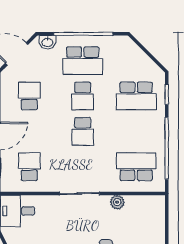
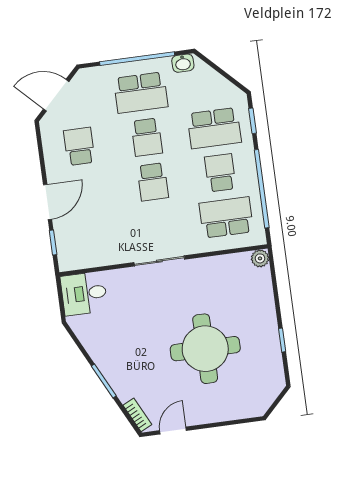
washbasin: (47, 42) -> (183, 63), moved
school desk: (29, 167) -> (220, 173), moved
plant: (117, 202) -> (260, 258), moved

